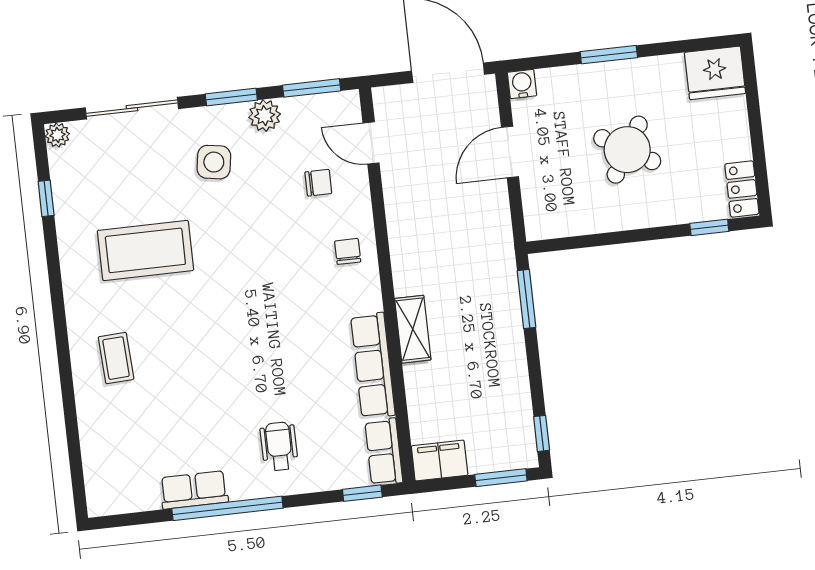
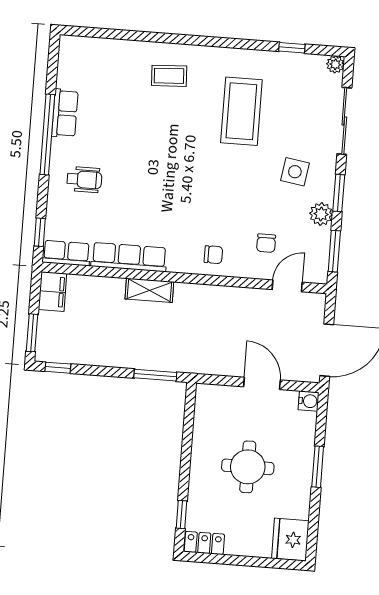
round table: (627, 150) -> (248, 467), turned -31

